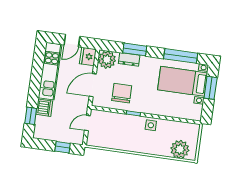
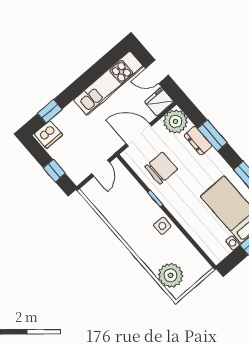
dishwasher: (44, 108) -> (48, 134), moved
door: (87, 123) -> (101, 168), swing flipped

